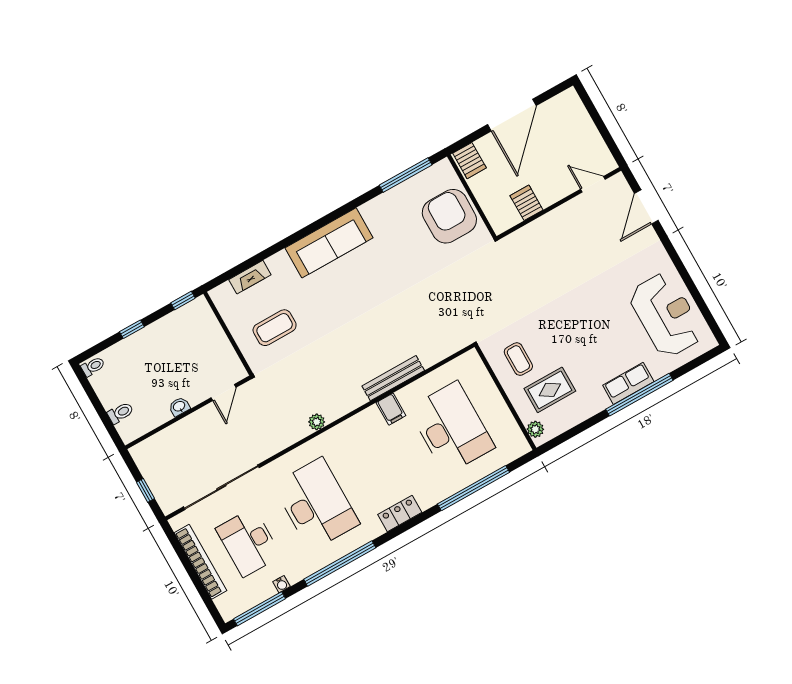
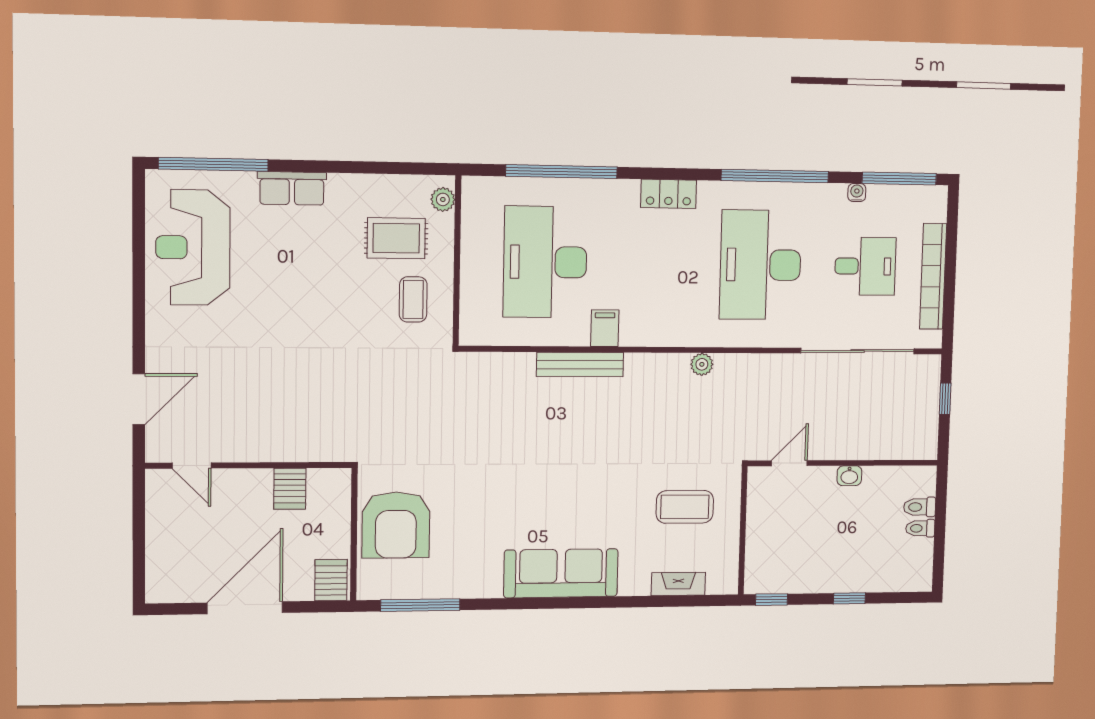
toilet: (93, 366) -> (920, 528), moved
window: (639, 395) -> (213, 164), moved
desk: (248, 542) -> (865, 266), width x0.73

